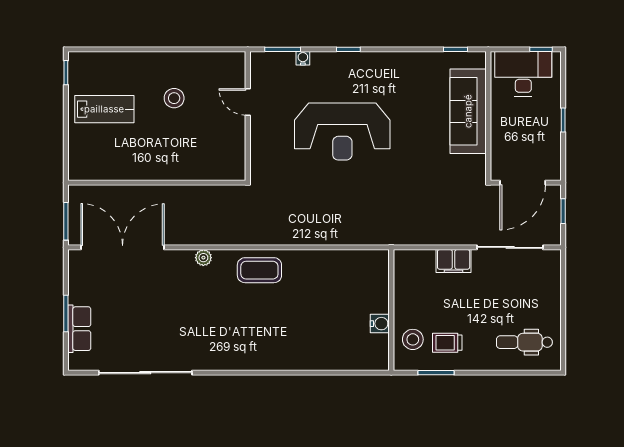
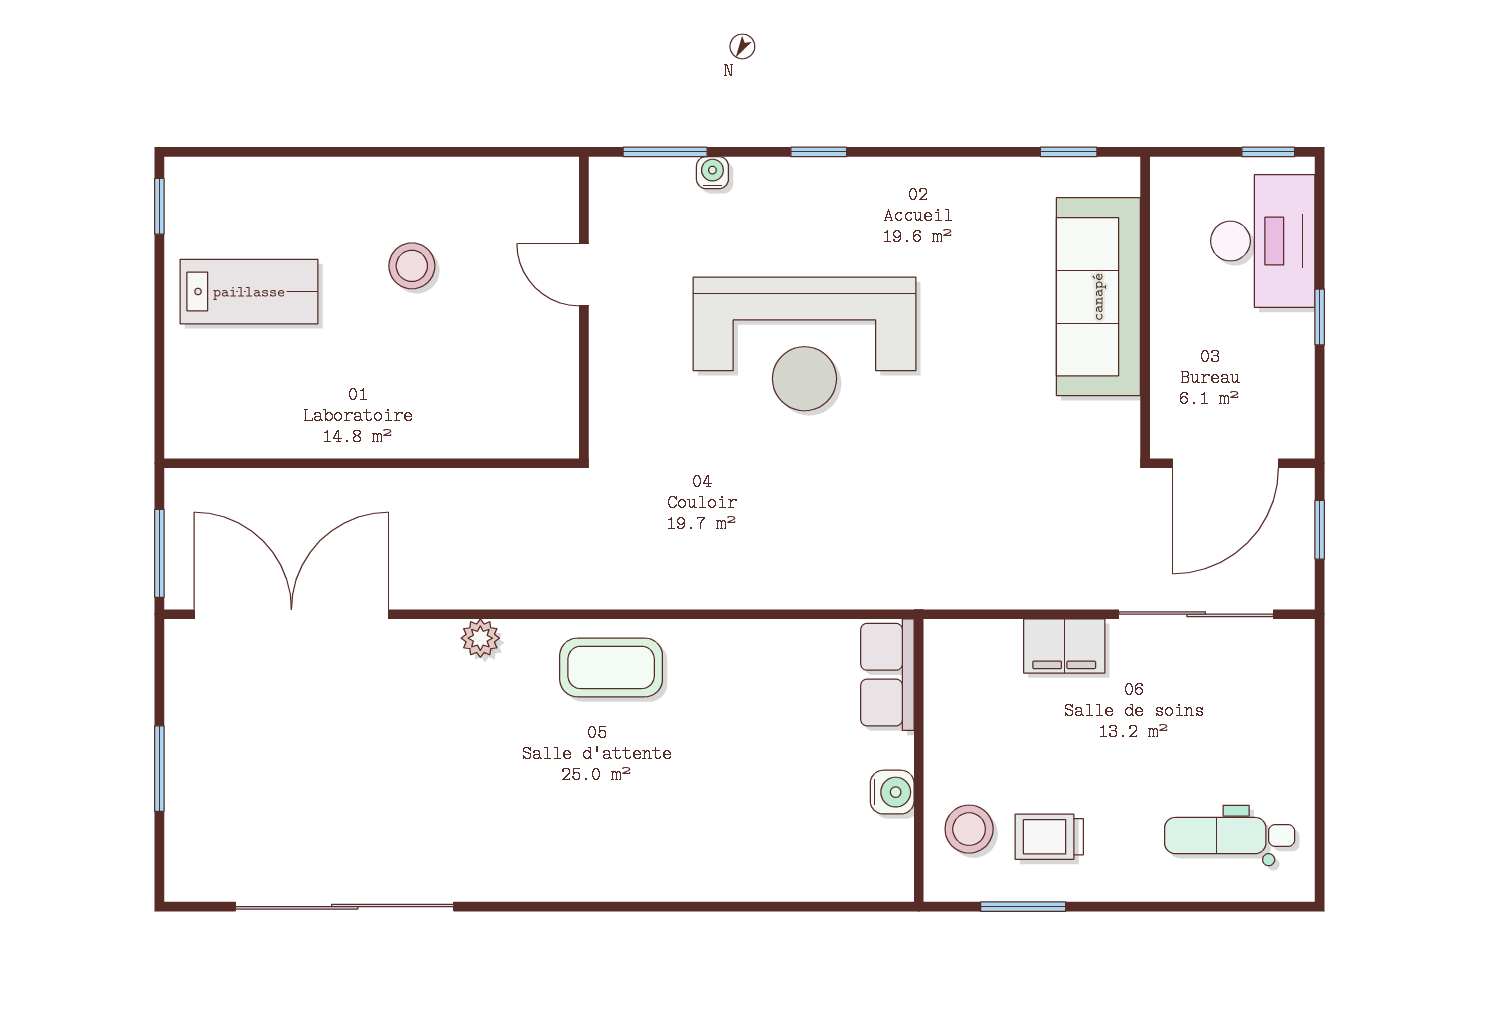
desk: (523, 74) -> (1263, 241), moved, turned 90
row of seats: (79, 329) -> (887, 675), moved, turned 180

